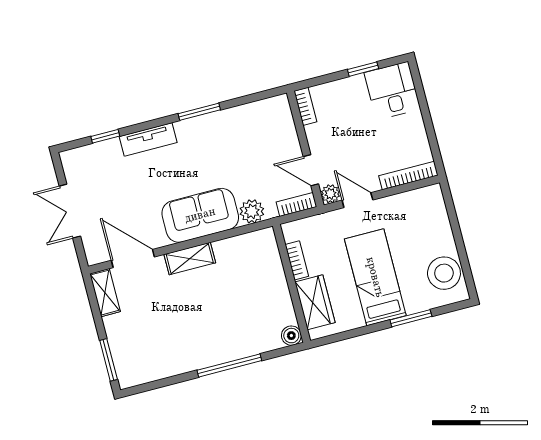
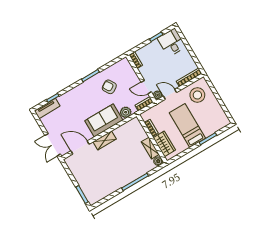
tv unit: (148, 139) -> (47, 108), moved
armchair: (232, 147) -> (109, 87), added
double door: (70, 211) -> (53, 145), moved
stool: (444, 273) -> (197, 95), moved
shelving: (105, 293) -> (150, 148), moved

